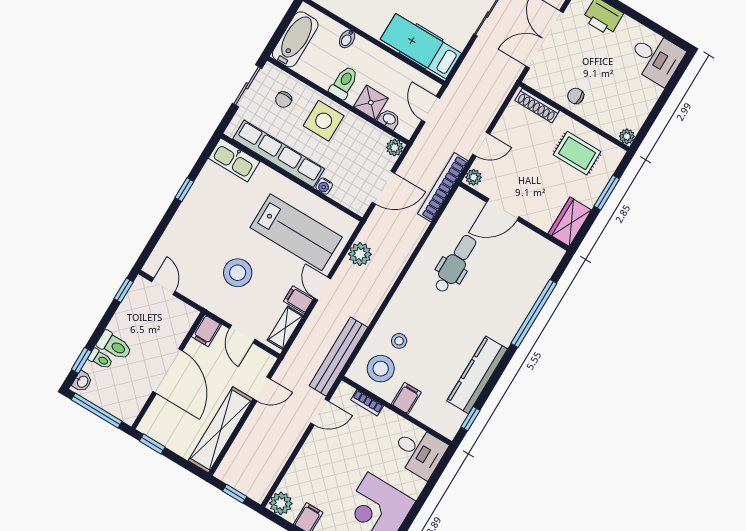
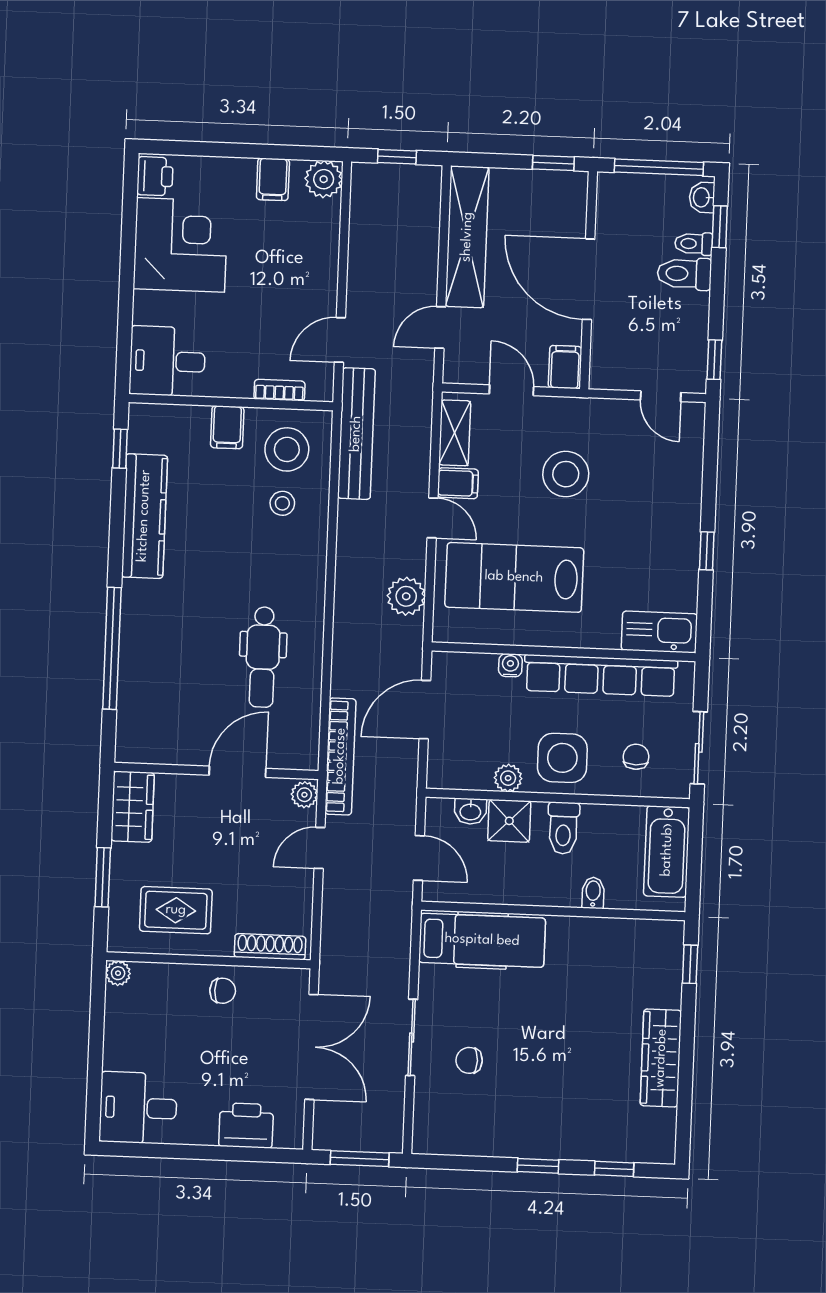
plant: (395, 148) -> (508, 778), moved

